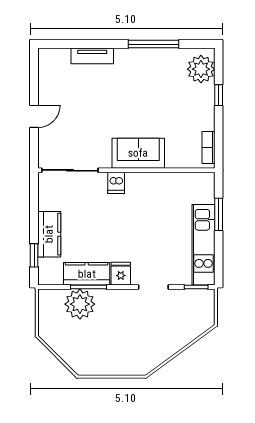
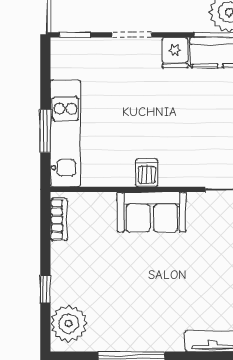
dishwasher: (116, 183) -> (147, 173), moved
kitchen unit: (204, 245) -> (65, 133), moved

